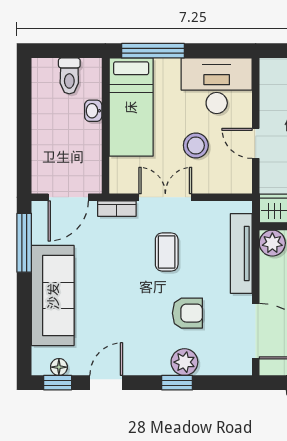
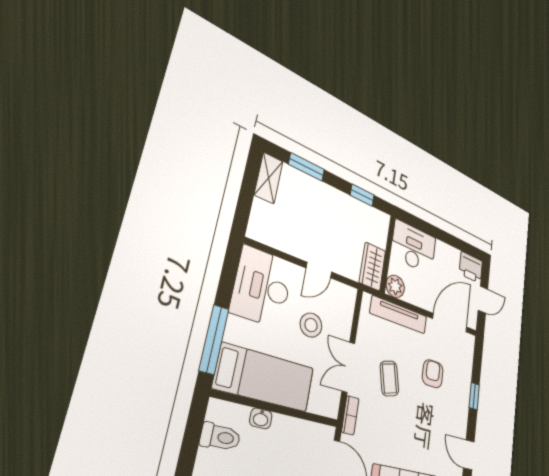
coffee table: (167, 252) -> (389, 378), turned 75
plant: (184, 362) -> (463, 386), removed

